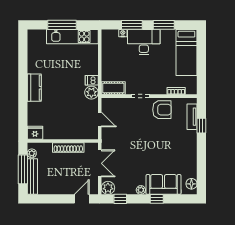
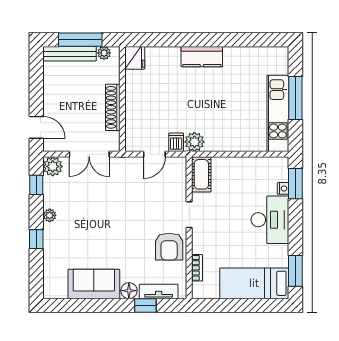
window: (132, 25) -> (295, 184), moved
window: (164, 25) -> (295, 271), moved
dishwasher: (92, 80) -> (176, 142), moved
sofa: (163, 184) -> (94, 284), moved, turned -90
floor lamp: (191, 184) -> (129, 291), moved

